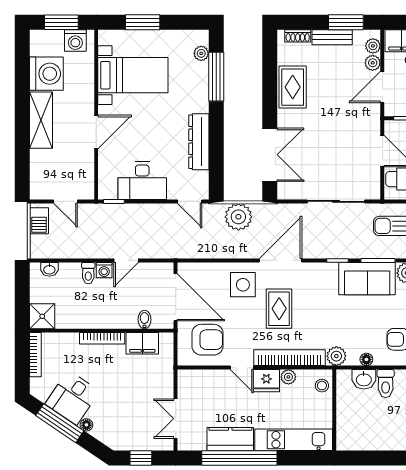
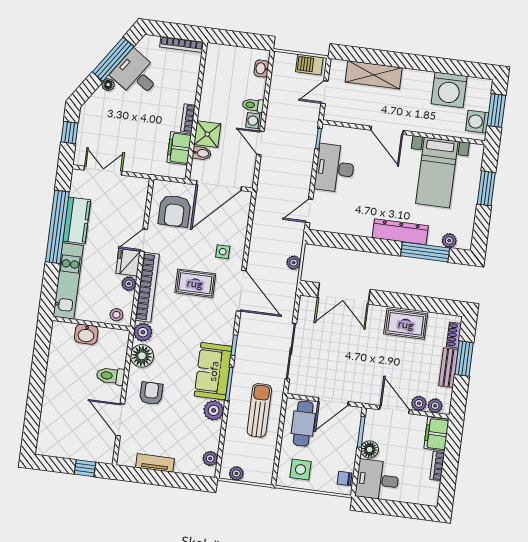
window: (346, 22) -> (464, 359), moved
shelving: (41, 120) -> (374, 75), moved
dresser: (199, 142) -> (400, 232), moved
plant: (238, 217) -> (294, 263), width x0.53, depth x0.53
side table: (243, 285) -> (223, 252), width x0.54, depth x0.54
shower: (42, 316) -> (207, 134), moved
bookcase: (102, 338) -> (188, 118), width x0.64
floor lamp: (366, 359) -> (142, 356), width x1.89, depth x1.89
washbasin: (364, 379) -> (86, 334), moved, turned -90

